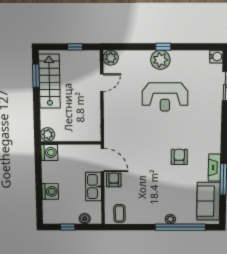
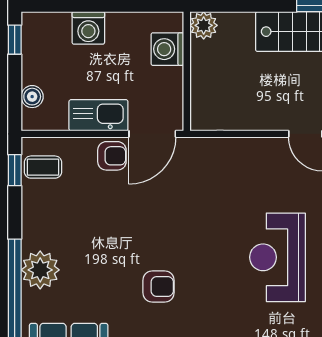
washing machine: (49, 153) -> (167, 49), moved, turned 90
plant: (170, 219) -> (40, 270), width x1.88, depth x1.88
window: (68, 227) -> (15, 40), moved
window: (121, 227) -> (15, 170), added

